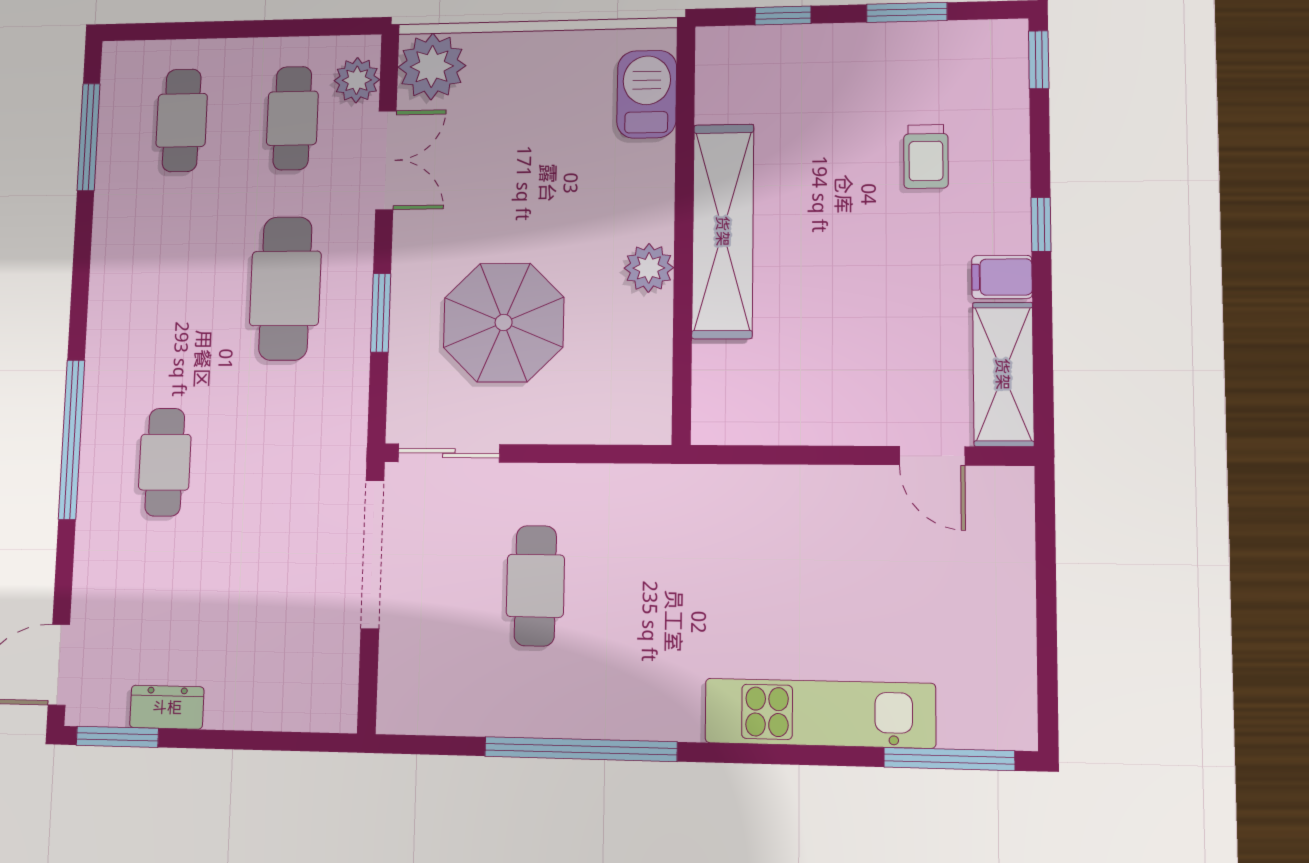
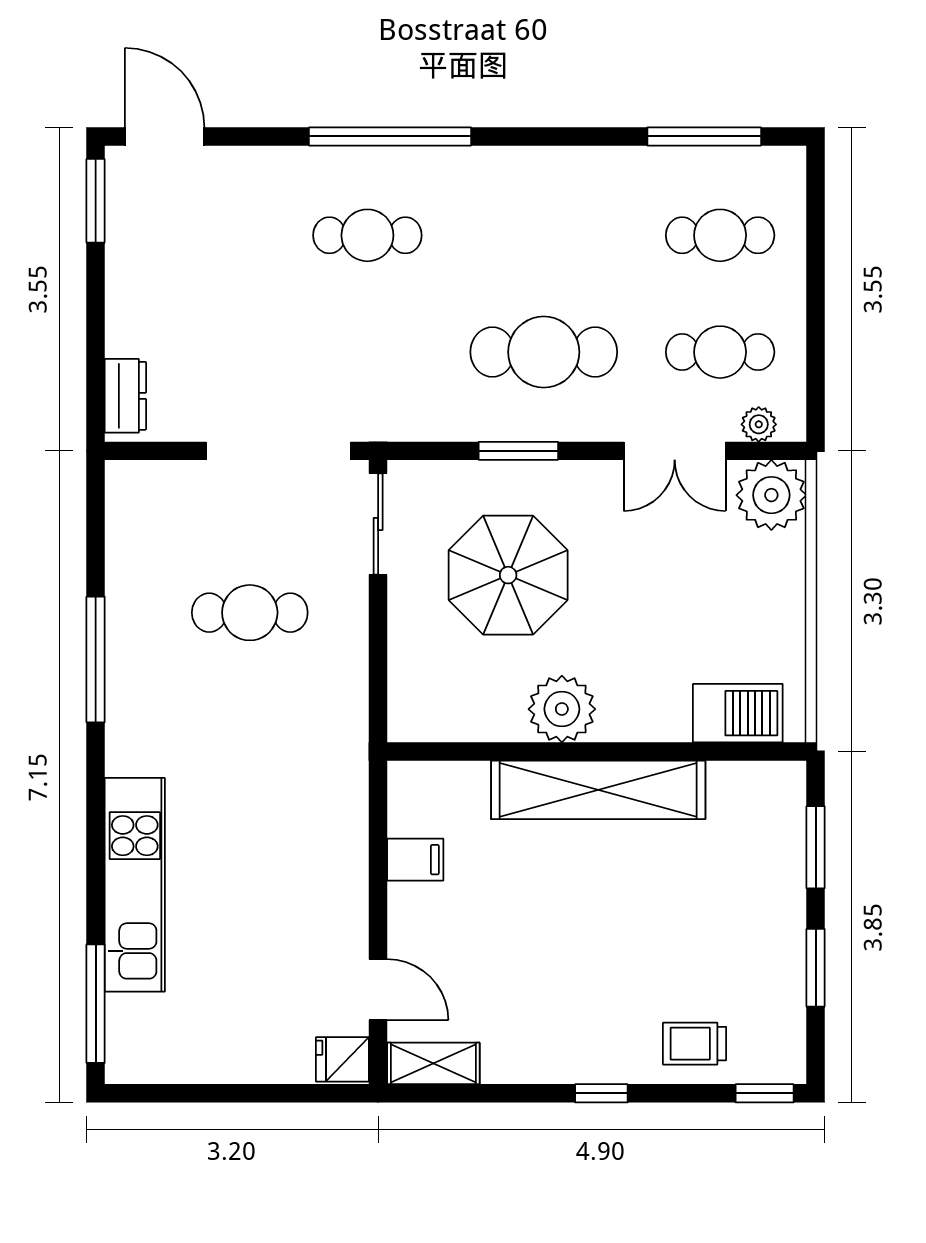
window: (783, 16) -> (816, 847), width x1.50
plant: (357, 80) -> (759, 424), width x0.73, depth x0.73
trolley: (926, 156) -> (695, 1044), moved
plant: (649, 268) -> (562, 709), width x1.36, depth x1.36
filing cabinet: (1002, 277) -> (415, 860), moved, turned 90
shelving: (1003, 374) -> (433, 1063), width x0.67, depth x0.75
door: (932, 456) -> (378, 990), swing flipped
fridge: (1008, 494) -> (342, 1059), added
dresser: (167, 707) -> (125, 396), moved
window: (580, 749) -> (96, 660), width x0.68

